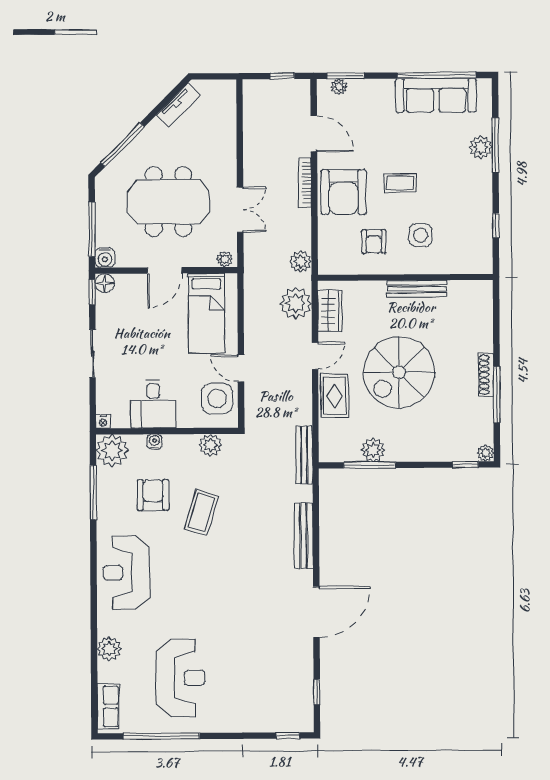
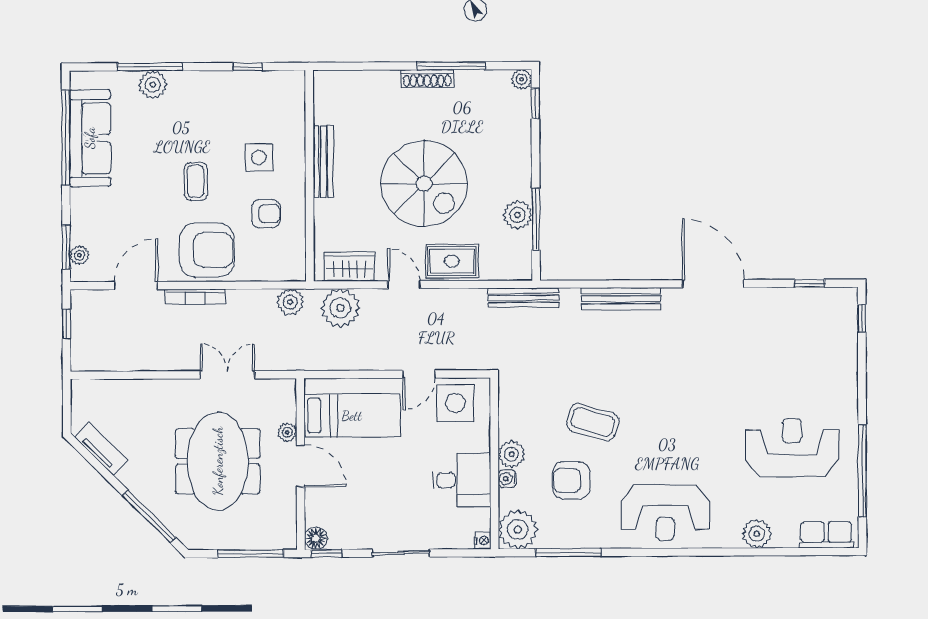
water cooler: (105, 258) -> (285, 538), removed
plant: (225, 259) -> (287, 432), moved
plant: (210, 445) -> (512, 454), moved

